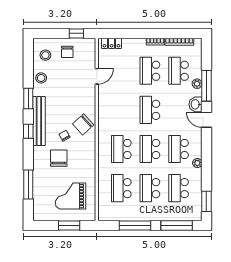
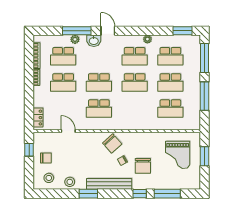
door: (206, 120) -> (108, 31), swing flipped
window: (28, 131) -> (140, 194), moved
school desk: (121, 149) -> (99, 109), moved
chair: (59, 158) -> (143, 166), turned -90

